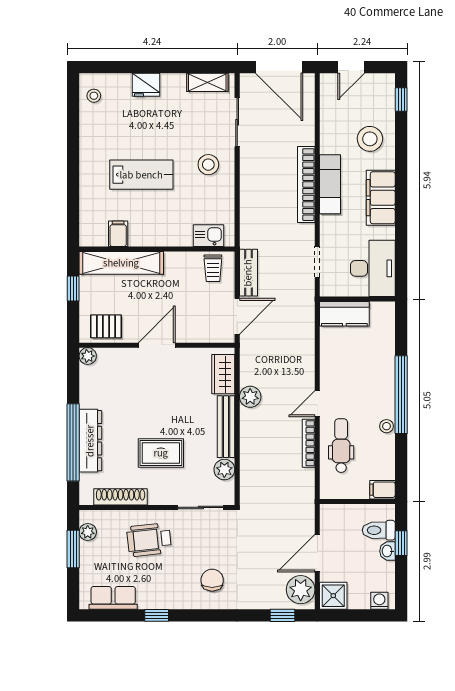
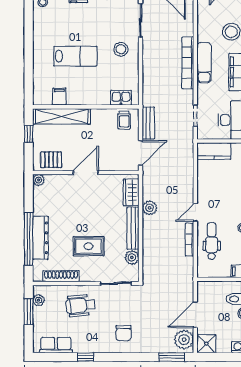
chair: (212, 580) -> (124, 333), turned 180
window: (282, 615) -> (172, 357), width x1.50

